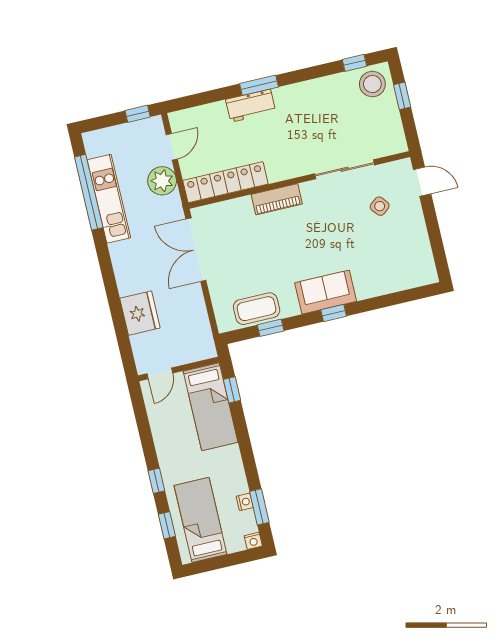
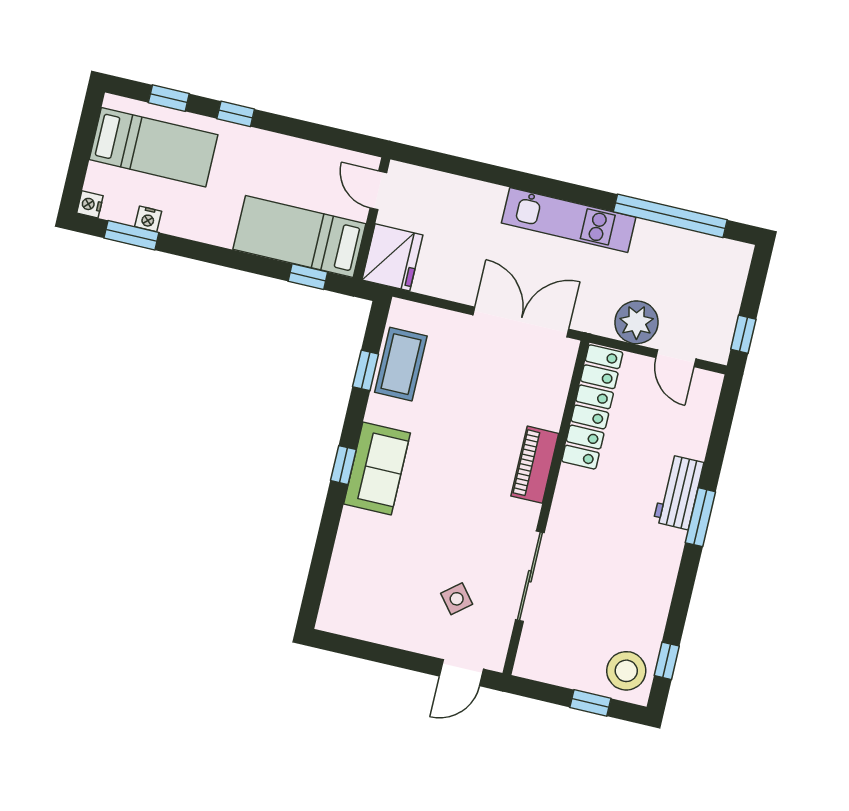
kitchen unit: (109, 199) -> (569, 220), moved
fridge: (140, 313) -> (392, 257), moved, turned -90

